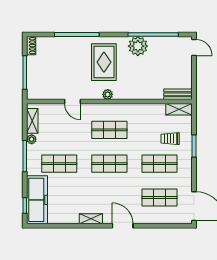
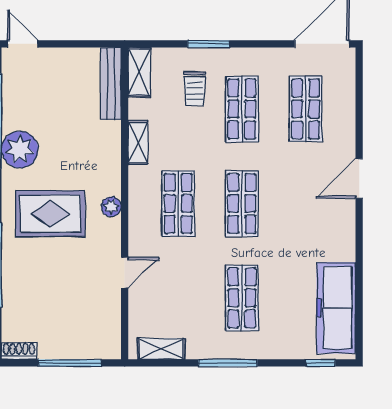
door: (194, 47) -> (23, 44), hinge flipped
bench: (178, 94) -> (111, 84), width x1.36
plant: (32, 139) -> (196, 350), removed
freezer: (37, 200) -> (336, 308), moved, turned -90
shelving: (91, 219) -> (138, 143), moved

